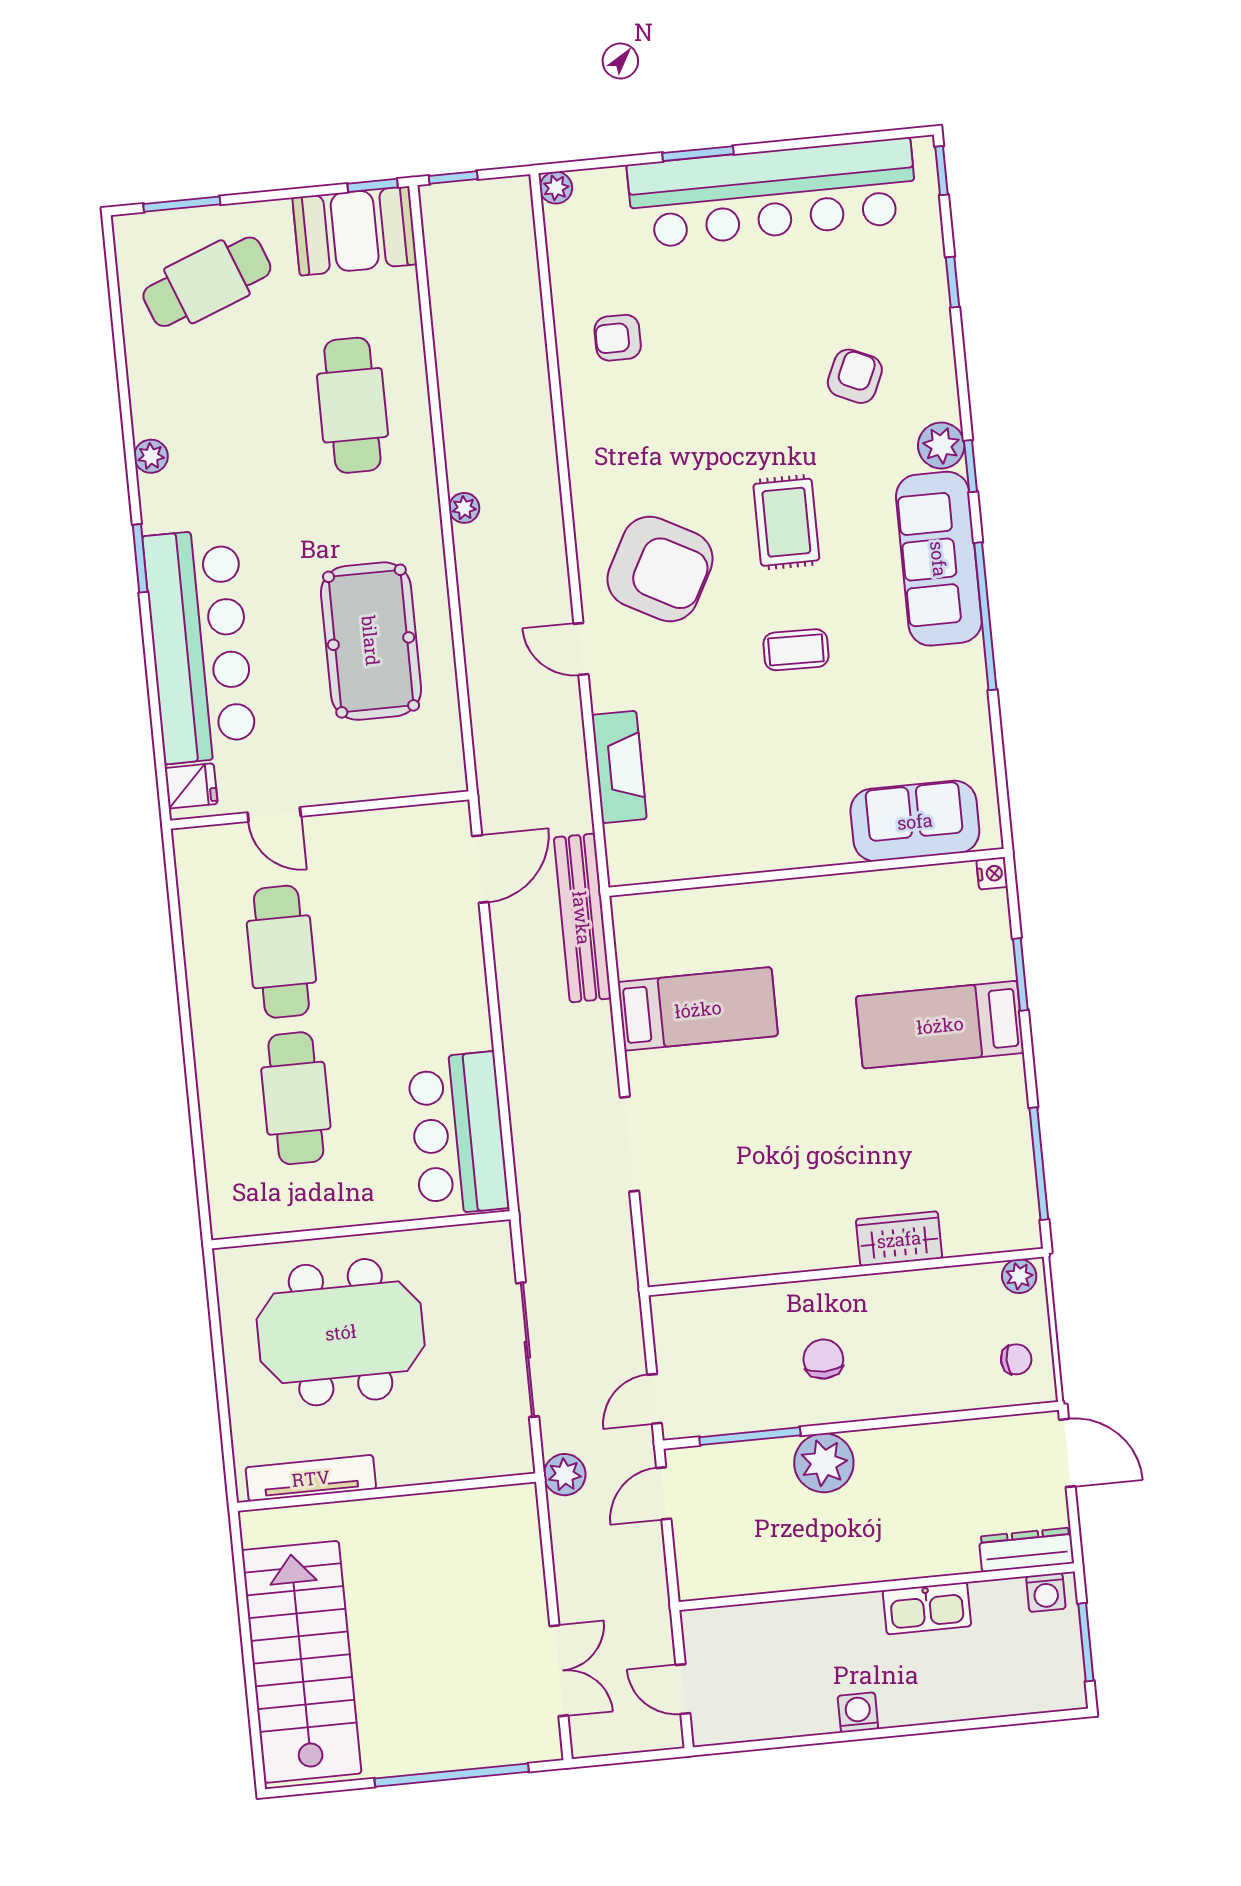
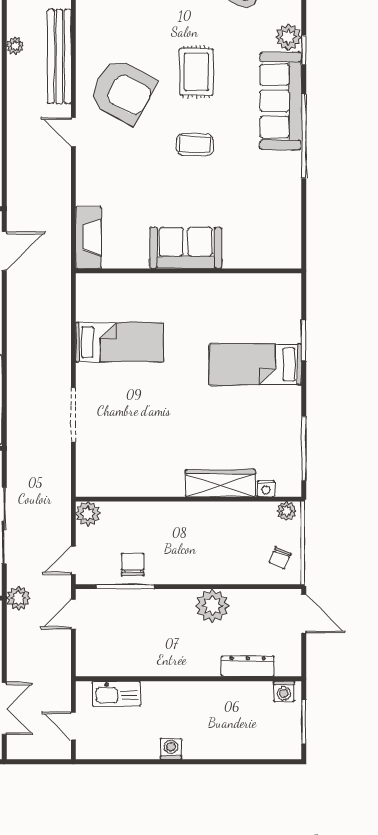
fireplace: (619, 767) -> (88, 238), moved
sofa: (915, 821) -> (186, 248), moved
nightstand: (992, 873) -> (266, 489), moved, turned 90
bench: (582, 918) -> (59, 57), moved
wardrobe: (899, 1239) -> (220, 483), width x1.50
plant: (672, 1315) -> (88, 514), added
chair: (823, 1359) -> (133, 564), moved
chair: (1016, 1359) -> (280, 558), turned 113
plant: (824, 1463) -> (213, 606), moved
dresser: (1026, 1550) -> (248, 666), moved
kitchen sink: (927, 1608) -> (116, 694), moved

